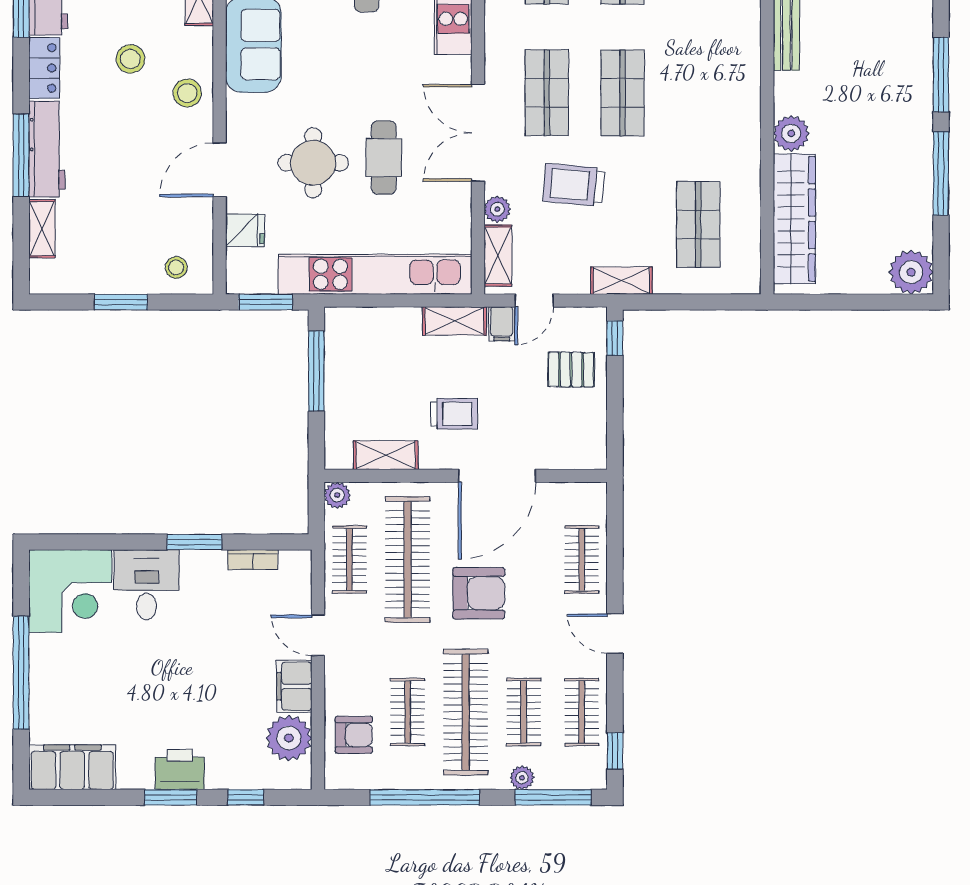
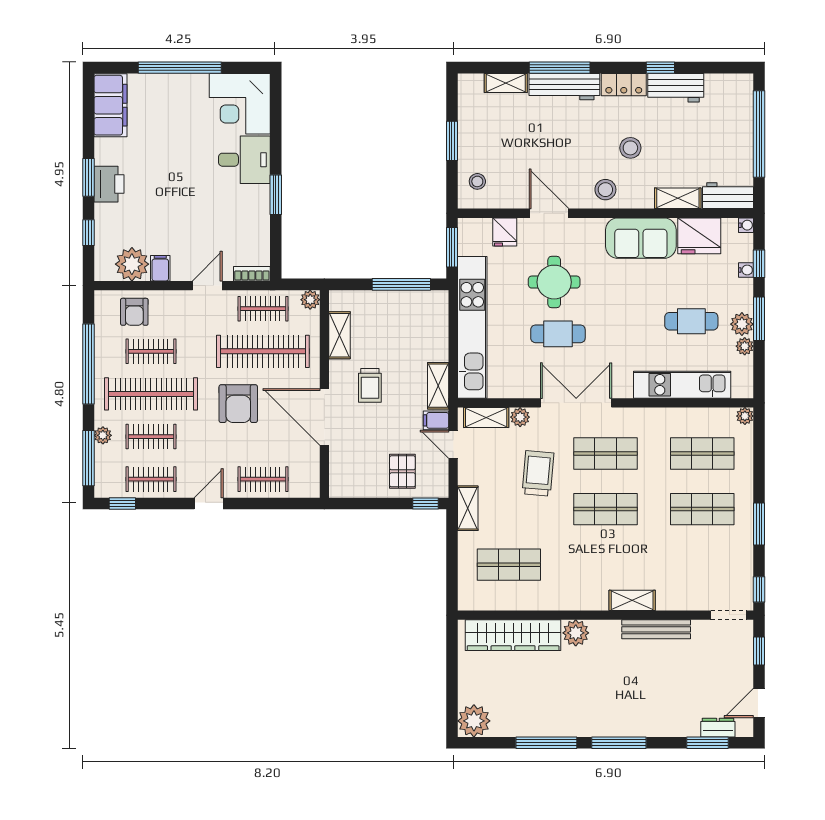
shelving: (747, 57) -> (632, 600), added
bookcase: (253, 560) -> (252, 274), moved, turned 90
filing cabinet: (294, 686) -> (160, 268), width x0.50

